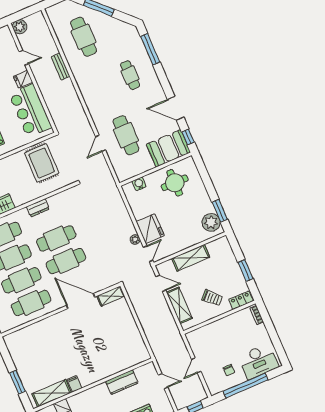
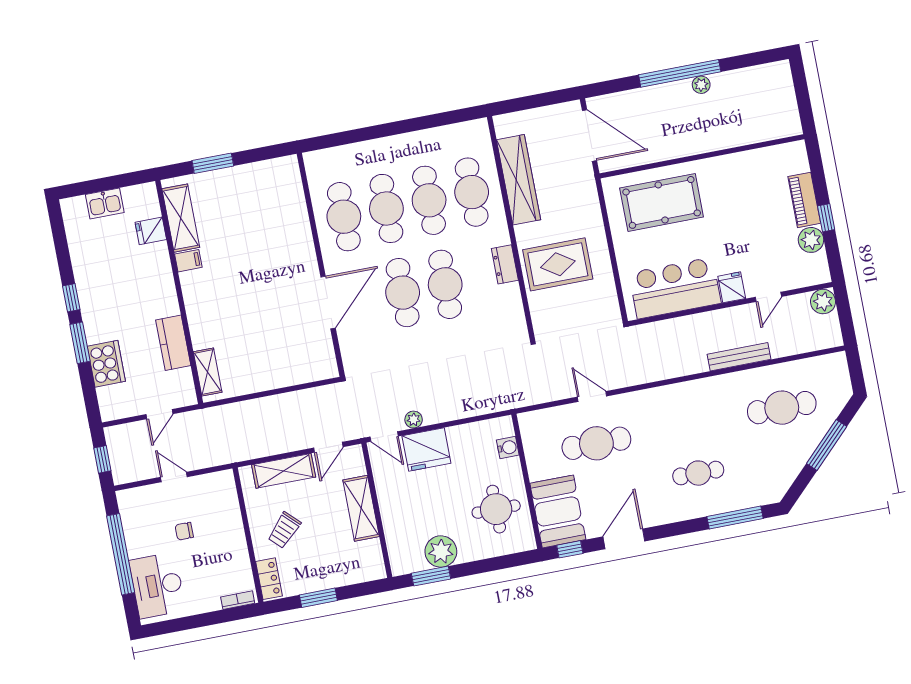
bench: (61, 67) -> (739, 357), width x1.36
rug: (42, 163) -> (558, 264), moved
plant: (211, 222) -> (441, 551), moved
shelving: (111, 296) -> (208, 372), moved
chair: (229, 370) -> (184, 531), moved

